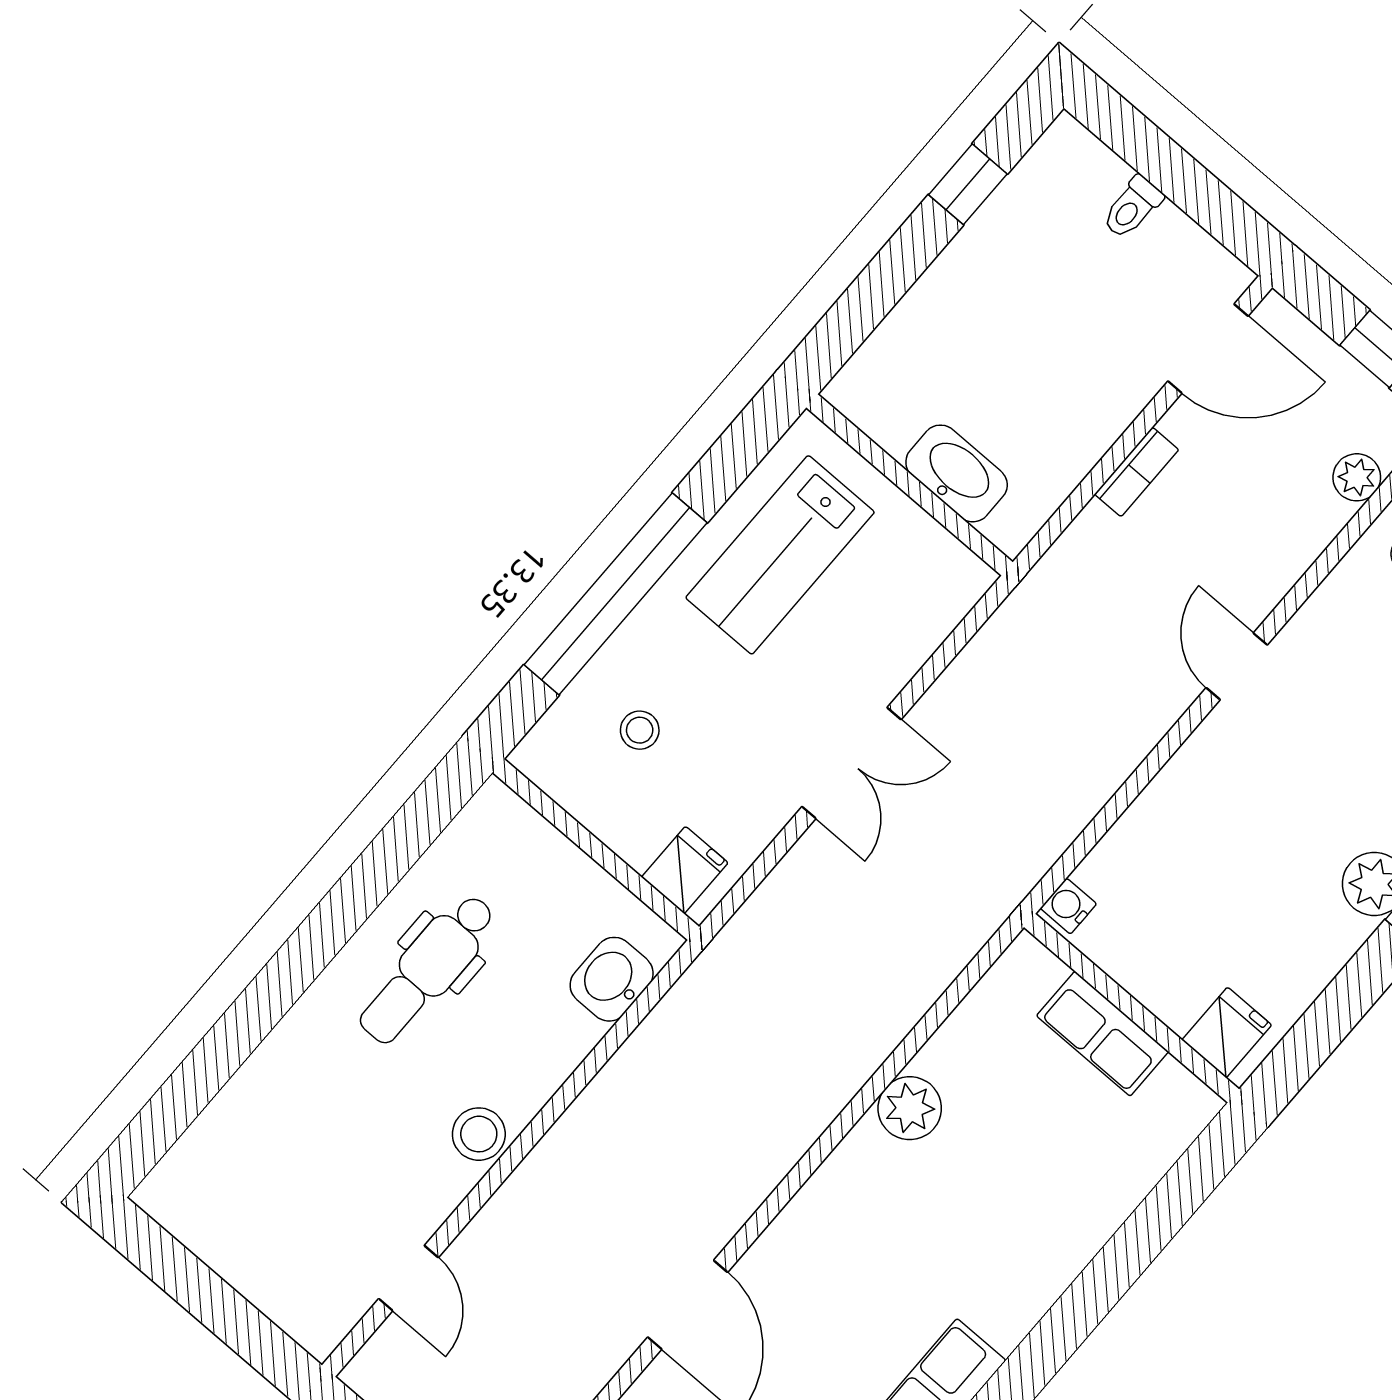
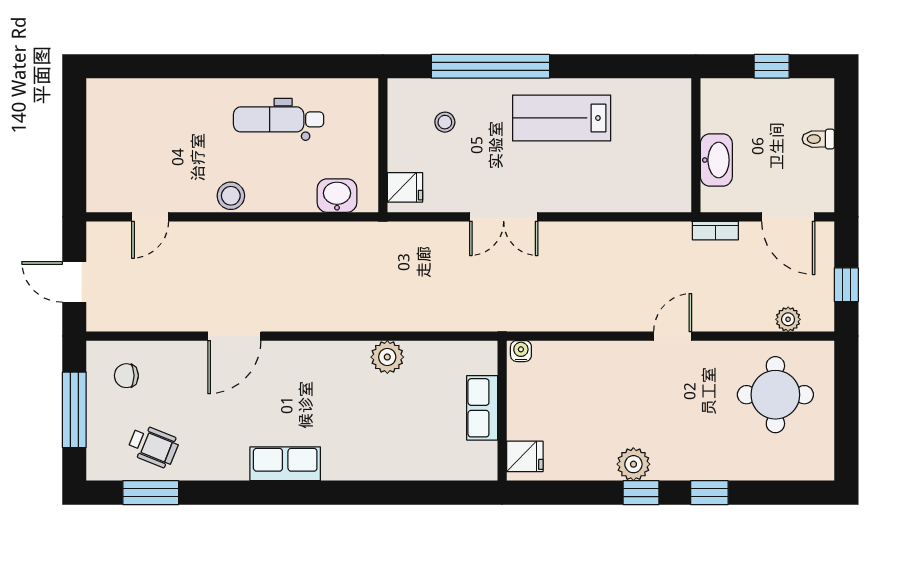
washbasin: (957, 473) -> (716, 160), moved
wall: (910, 485) -> (696, 145), moved

